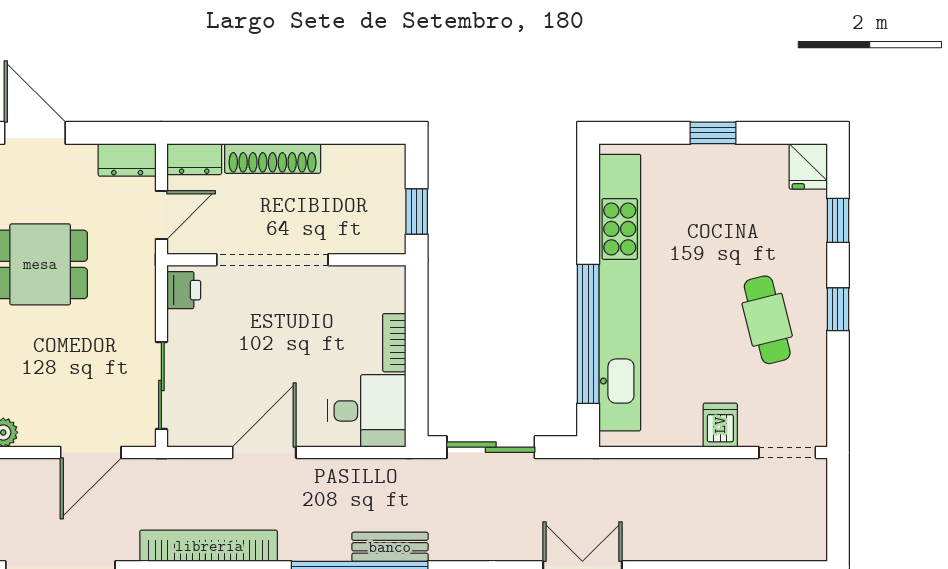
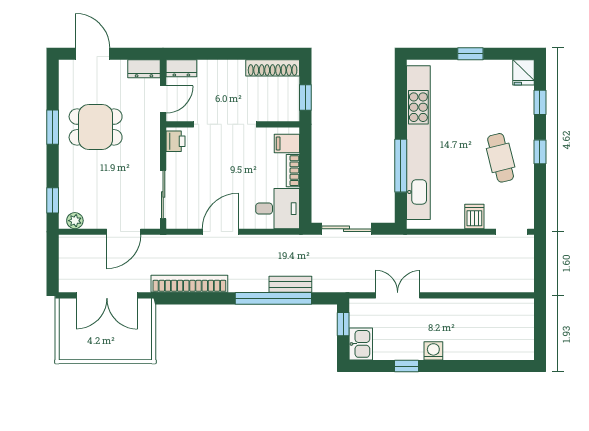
shoe rack: (273, 158) -> (273, 68), moved
filing cabinet: (384, 294) -> (287, 143), added
window: (588, 334) -> (401, 166), width x0.68

